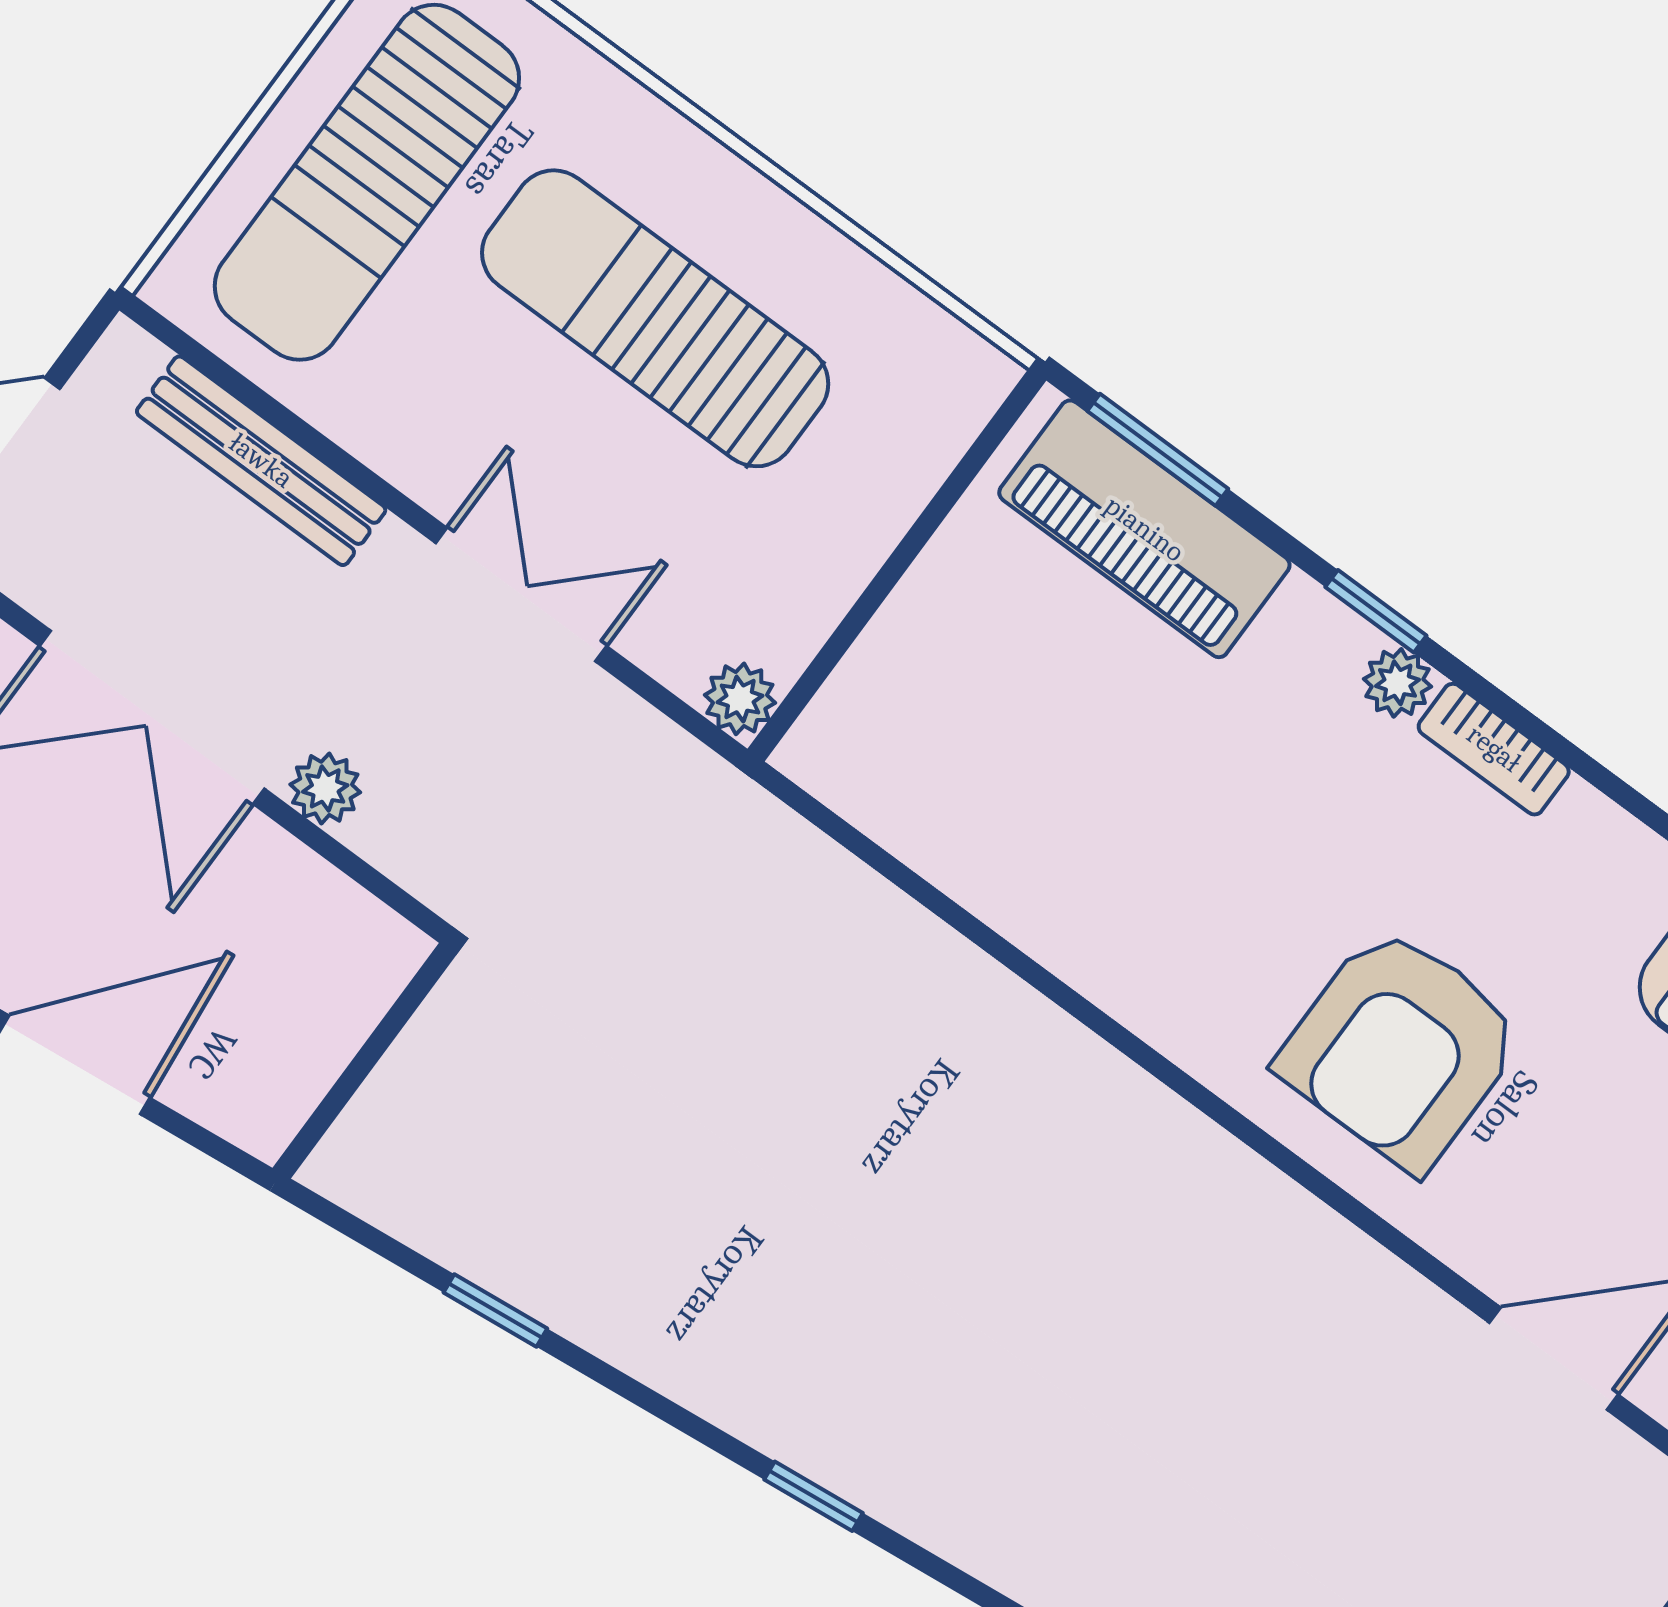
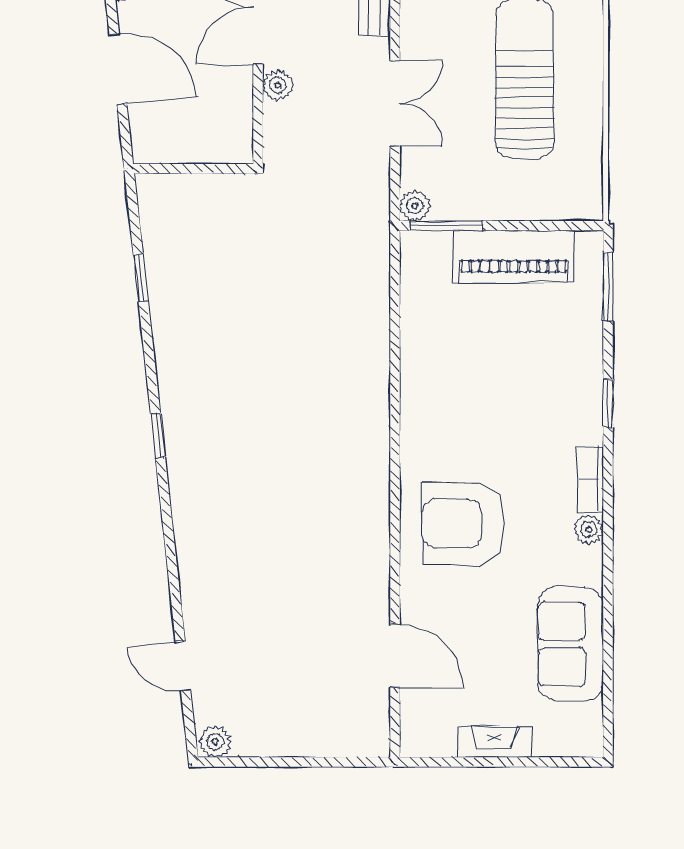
piano: (1144, 529) -> (514, 256), moved, turned -90
window: (821, 667) -> (447, 226), added
plant: (1397, 683) -> (589, 529), moved

